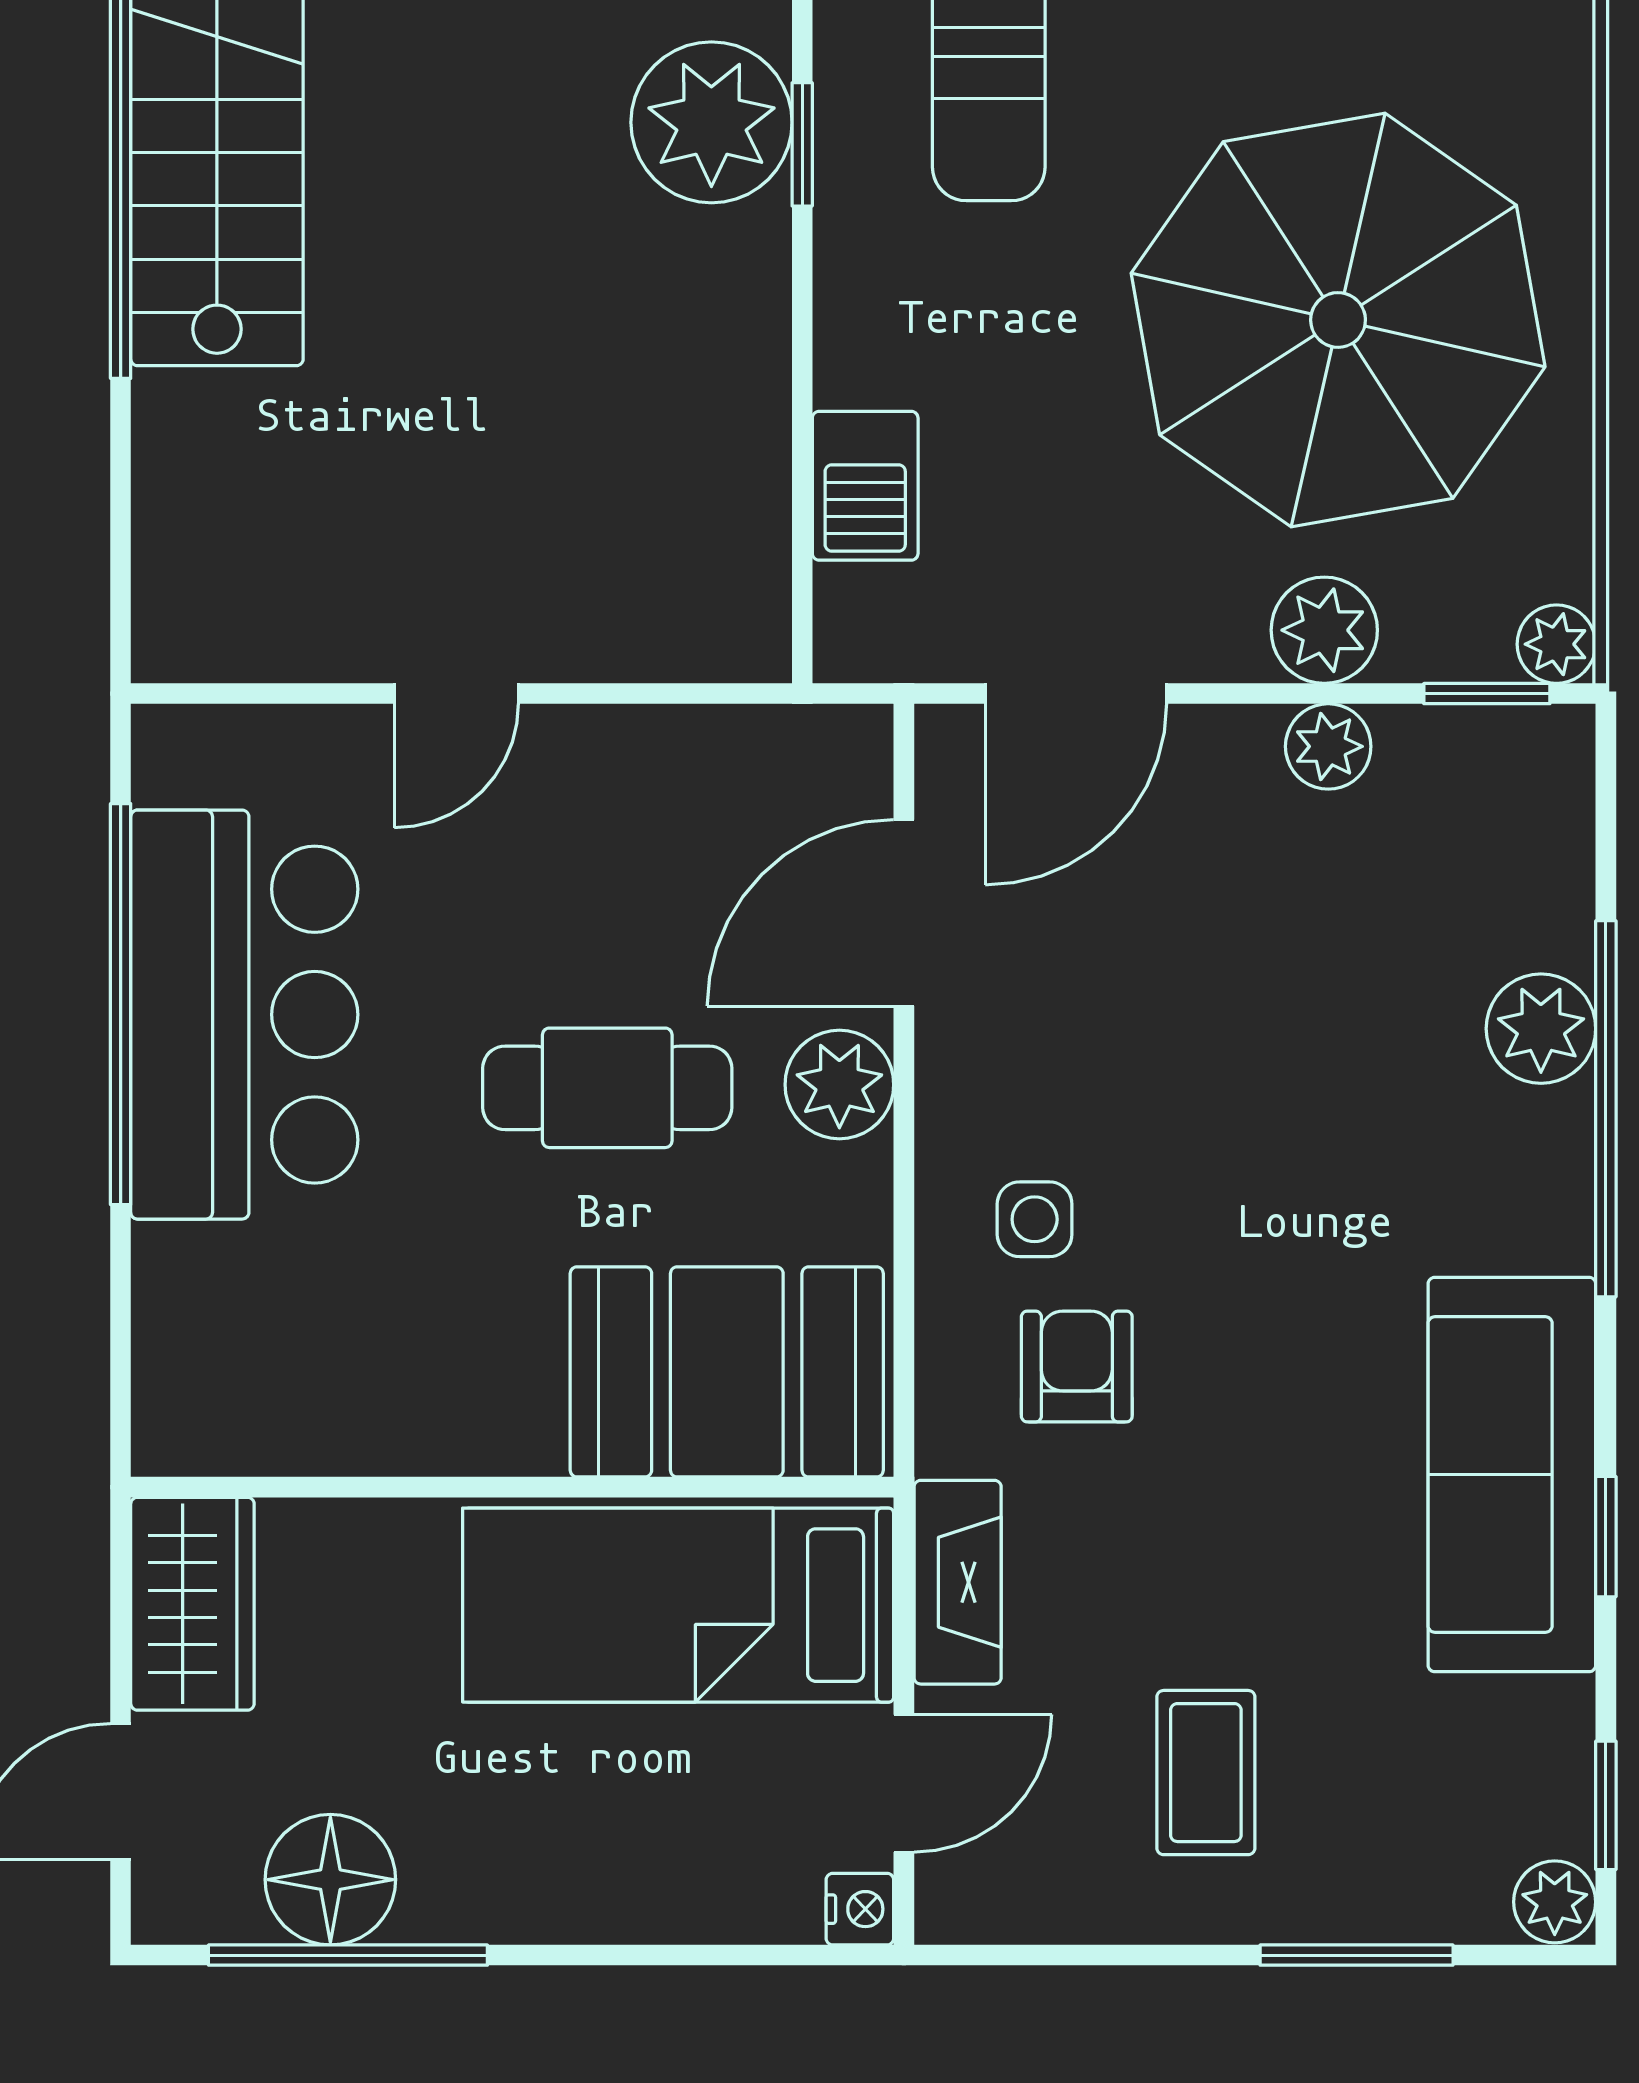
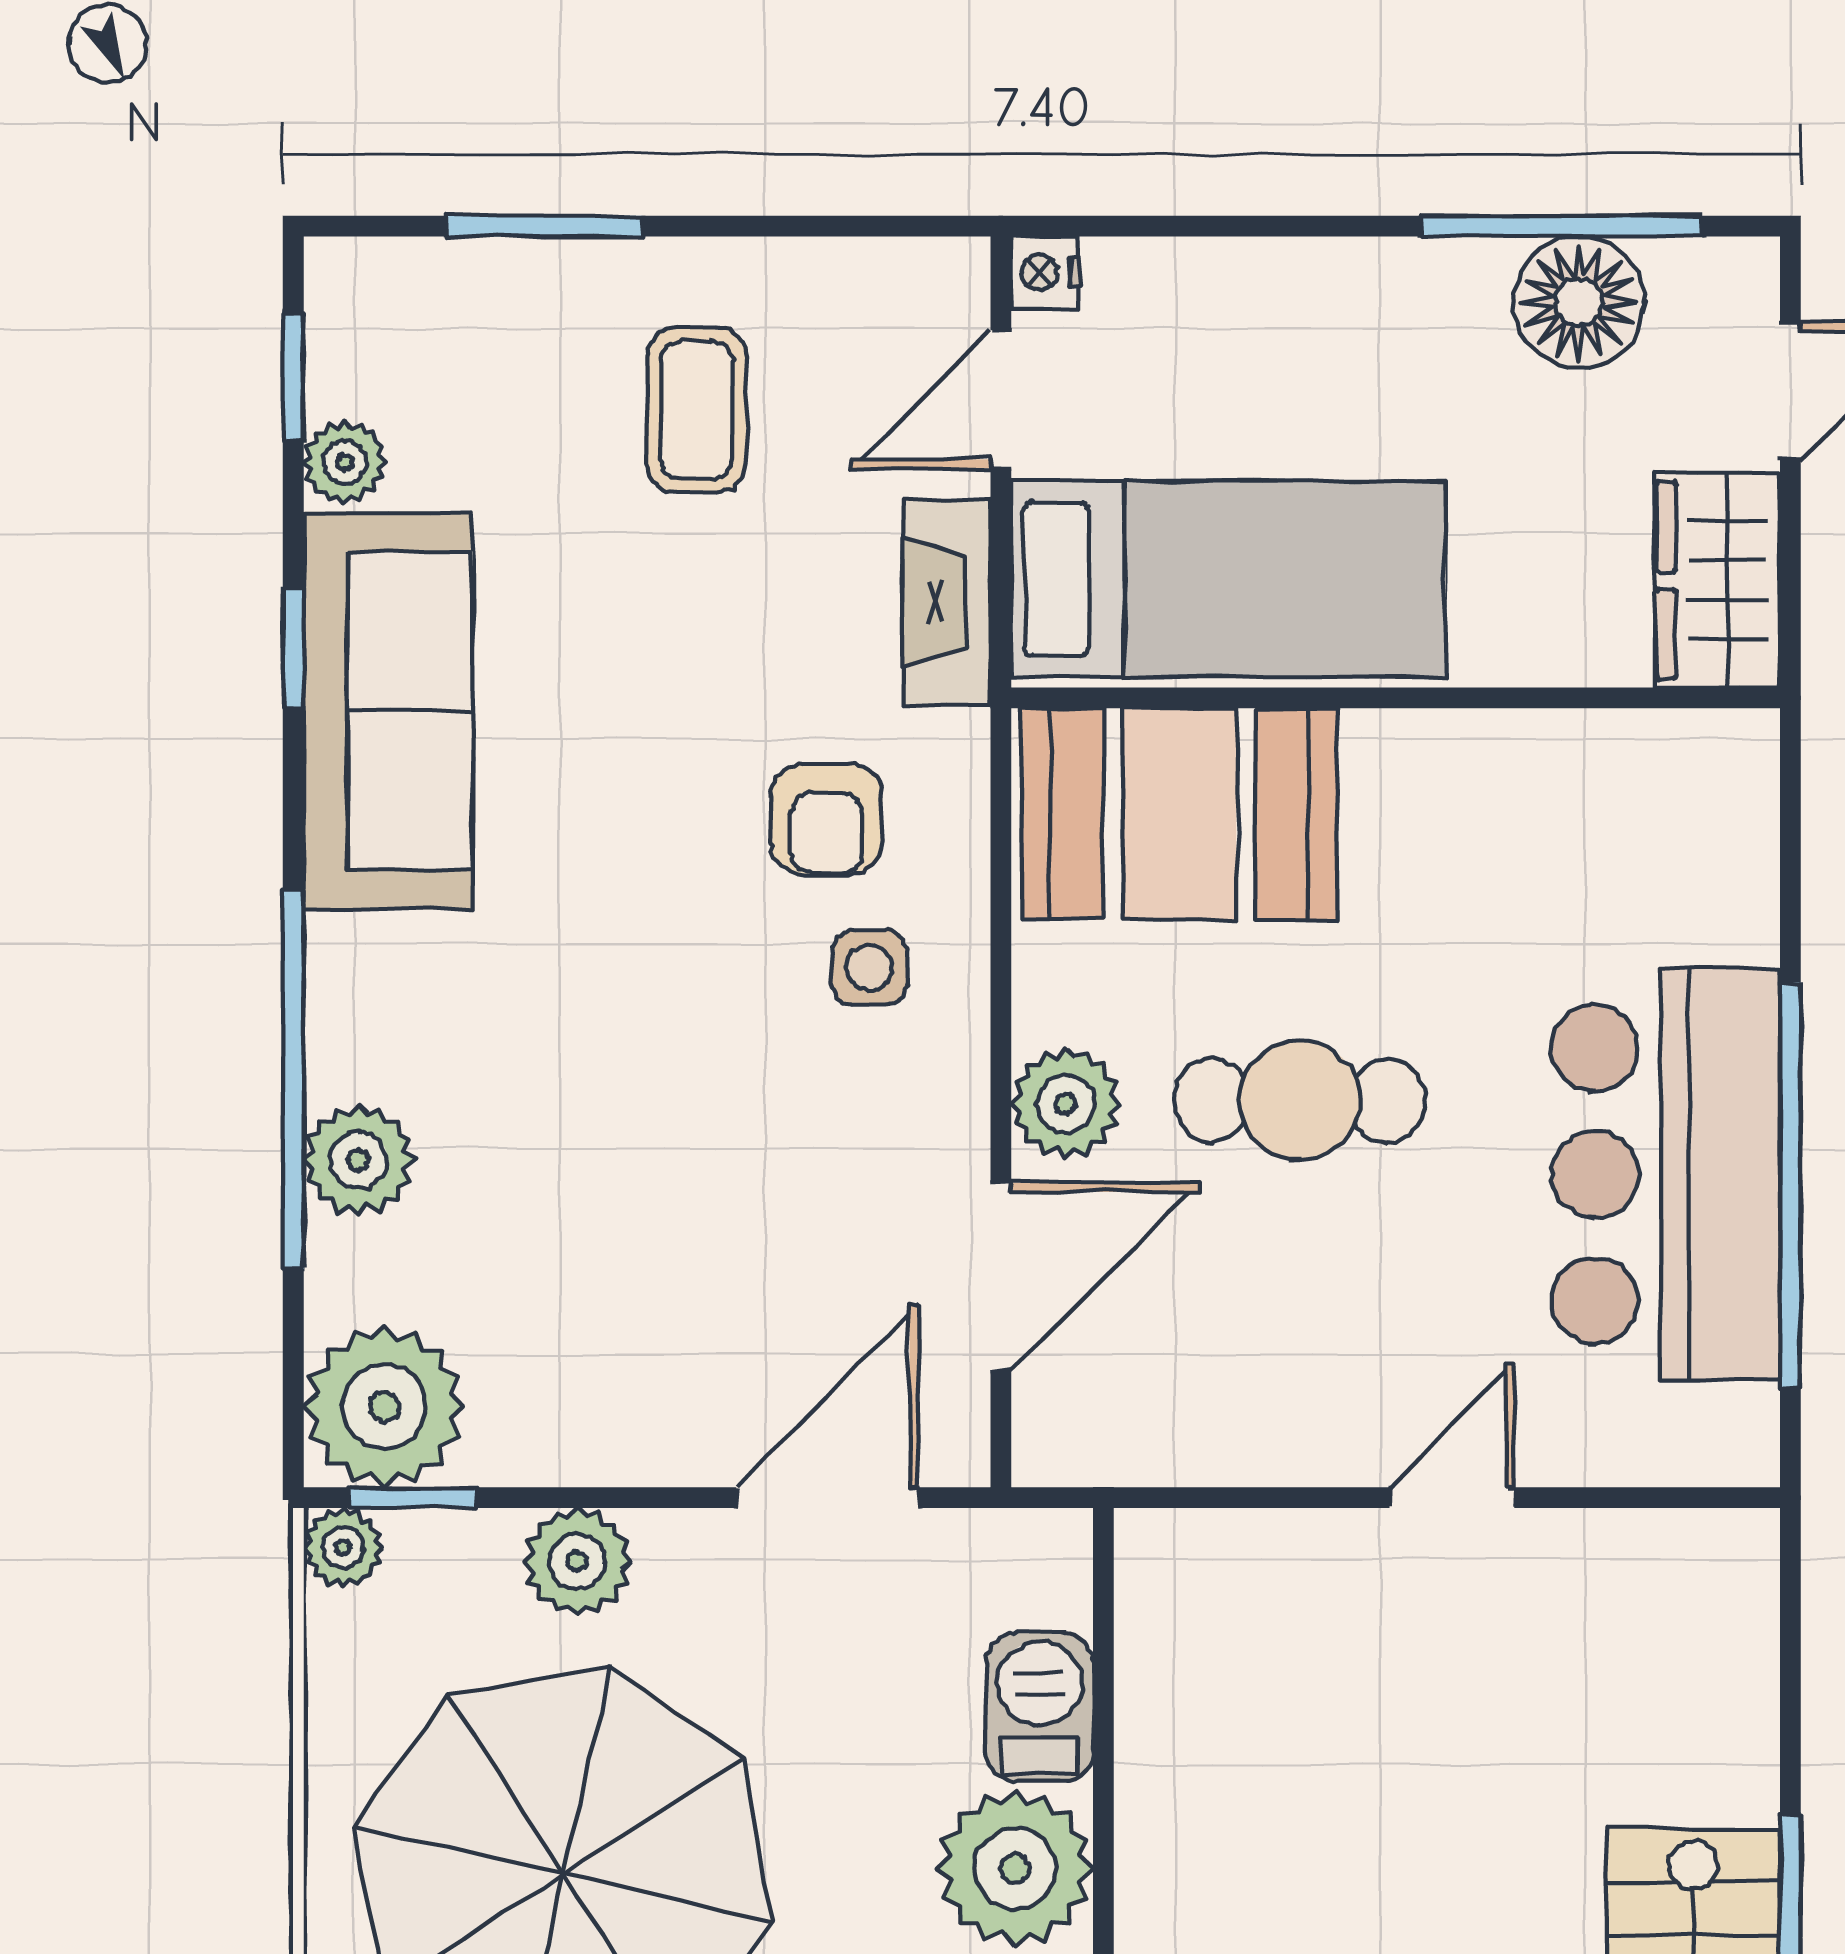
plant: (890, 326) -> (1015, 1869), added
plant: (1328, 746) -> (384, 1407), moved, width x1.88, depth x1.88
plant: (1555, 1902) -> (345, 462), moved

